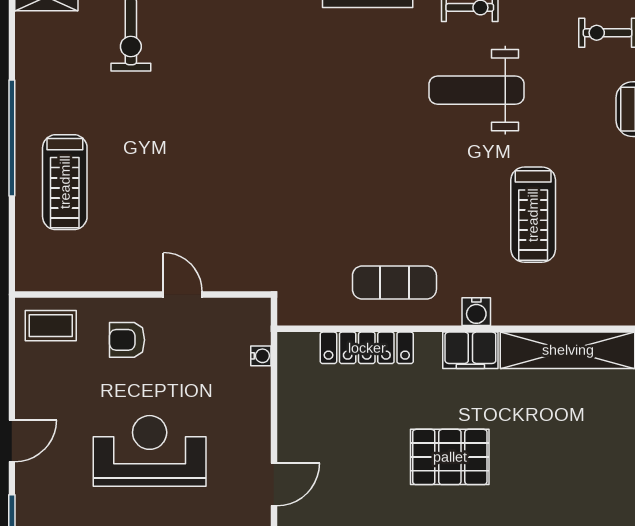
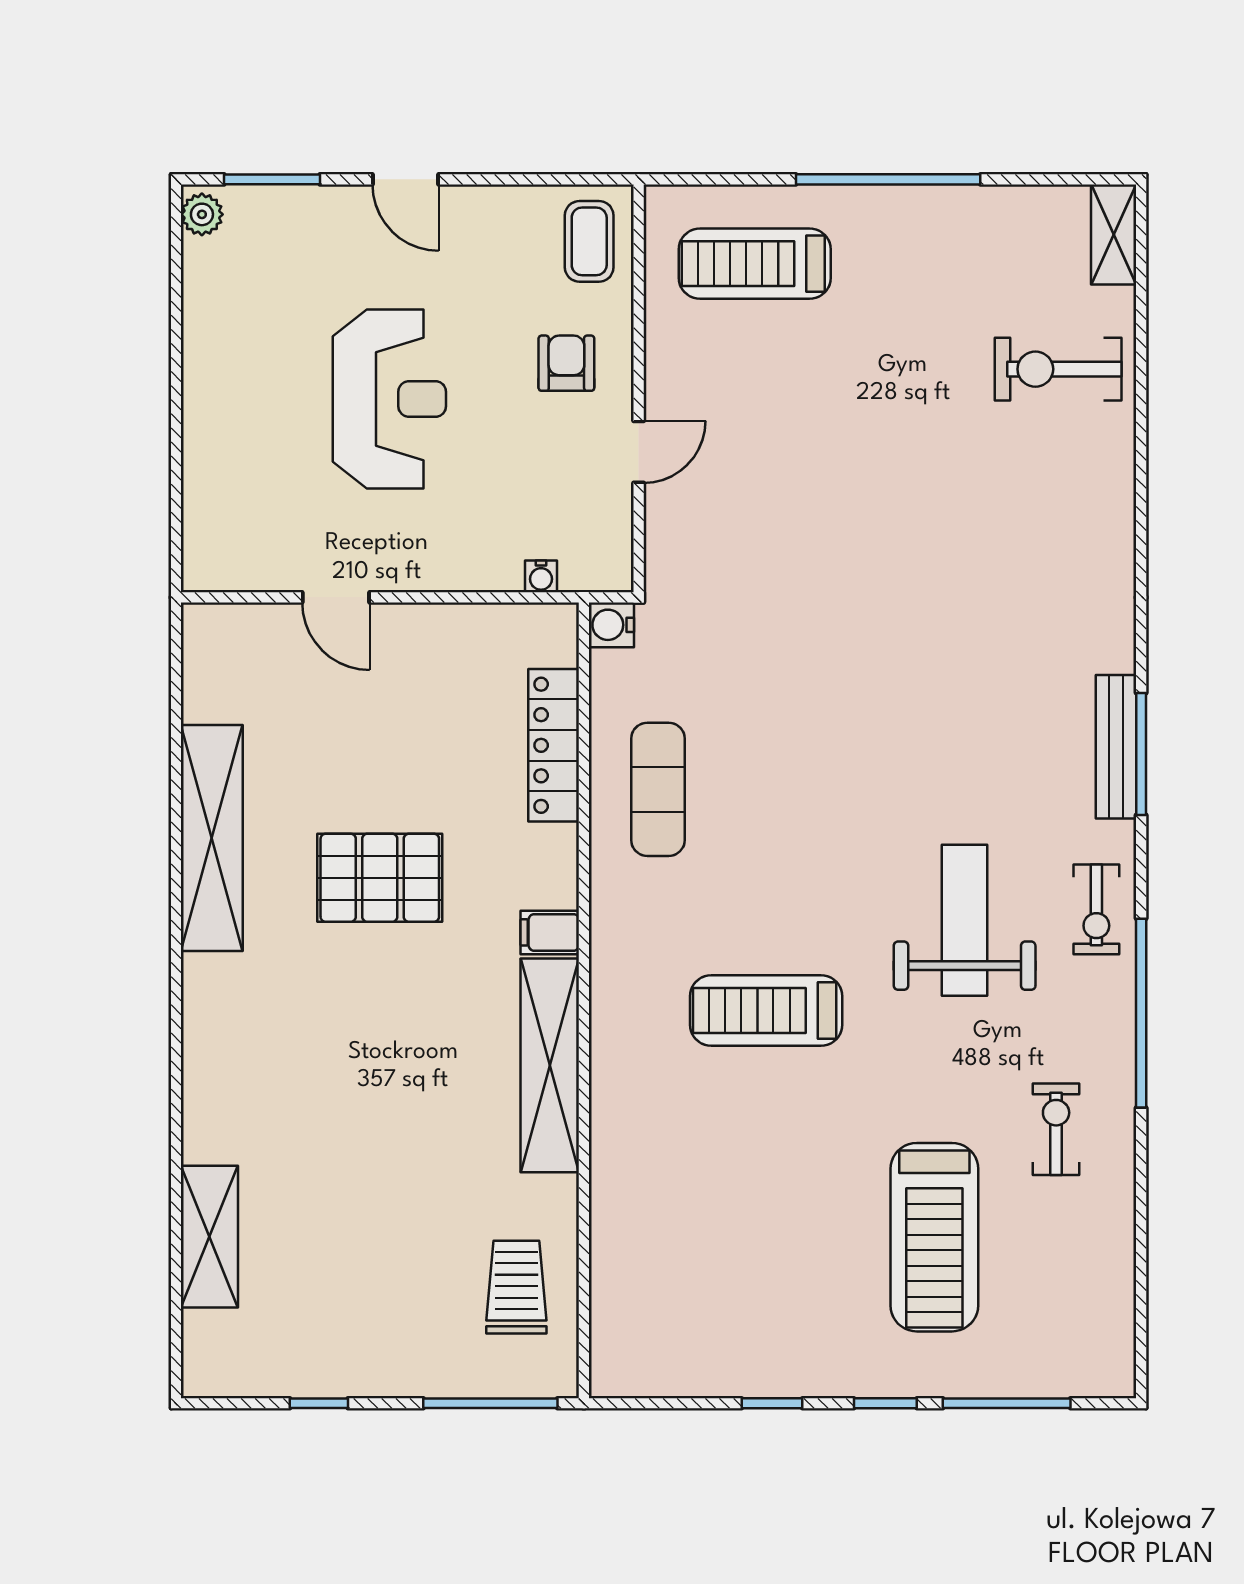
treadmill: (65, 182) -> (755, 264), moved
water cooler: (476, 312) -> (611, 625), moved
filing cabinet: (470, 350) -> (550, 932), width x0.50
pallet: (450, 457) -> (380, 878), turned 90

